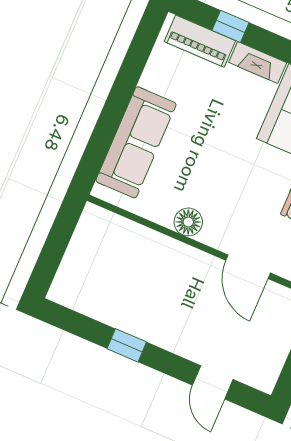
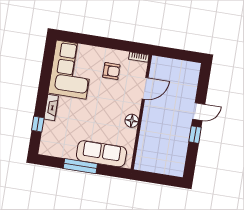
piano: (200, 41) -> (48, 136), removed
window: (122, 92) -> (80, 166), added
door: (213, 382) -> (199, 112), moved

